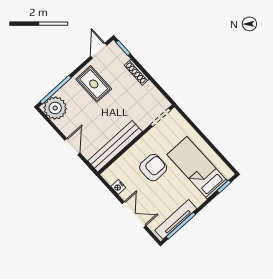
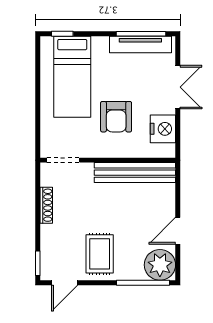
shoe rack: (137, 72) -> (46, 205), moved
door: (72, 147) -> (178, 231), moved
armchair: (153, 168) -> (116, 117), turned -90
nightstand: (118, 187) -> (163, 129), width x1.89, depth x1.79
double door: (134, 215) -> (178, 87), swing flipped

